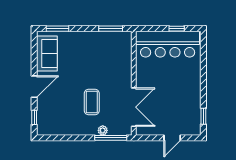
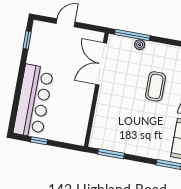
bar counter: (168, 44) -> (33, 101), moved, turned 90
coffee table: (92, 102) -> (156, 86), moved

